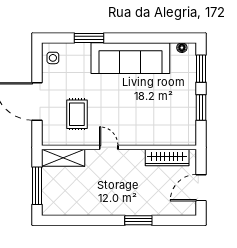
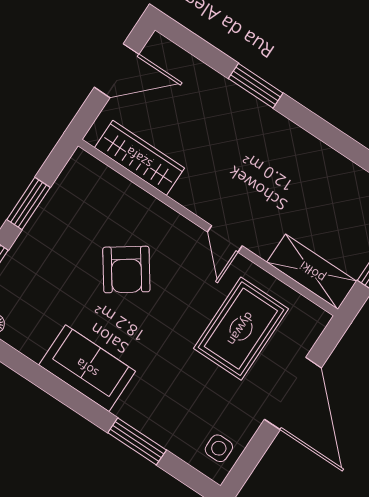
sofa: (130, 58) -> (87, 368), width x0.54, depth x0.79
armchair: (141, 107) -> (126, 269), added
rug: (77, 114) -> (241, 329), width x1.36, depth x1.43

